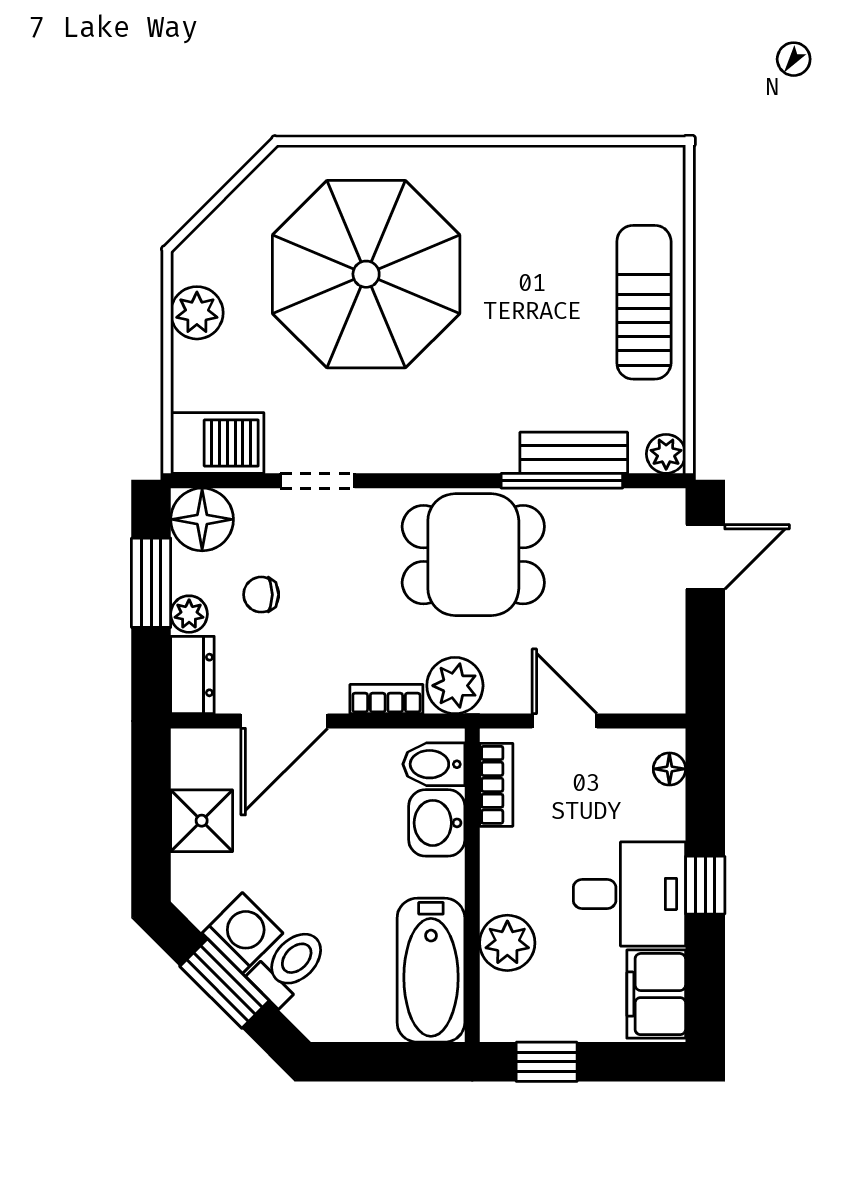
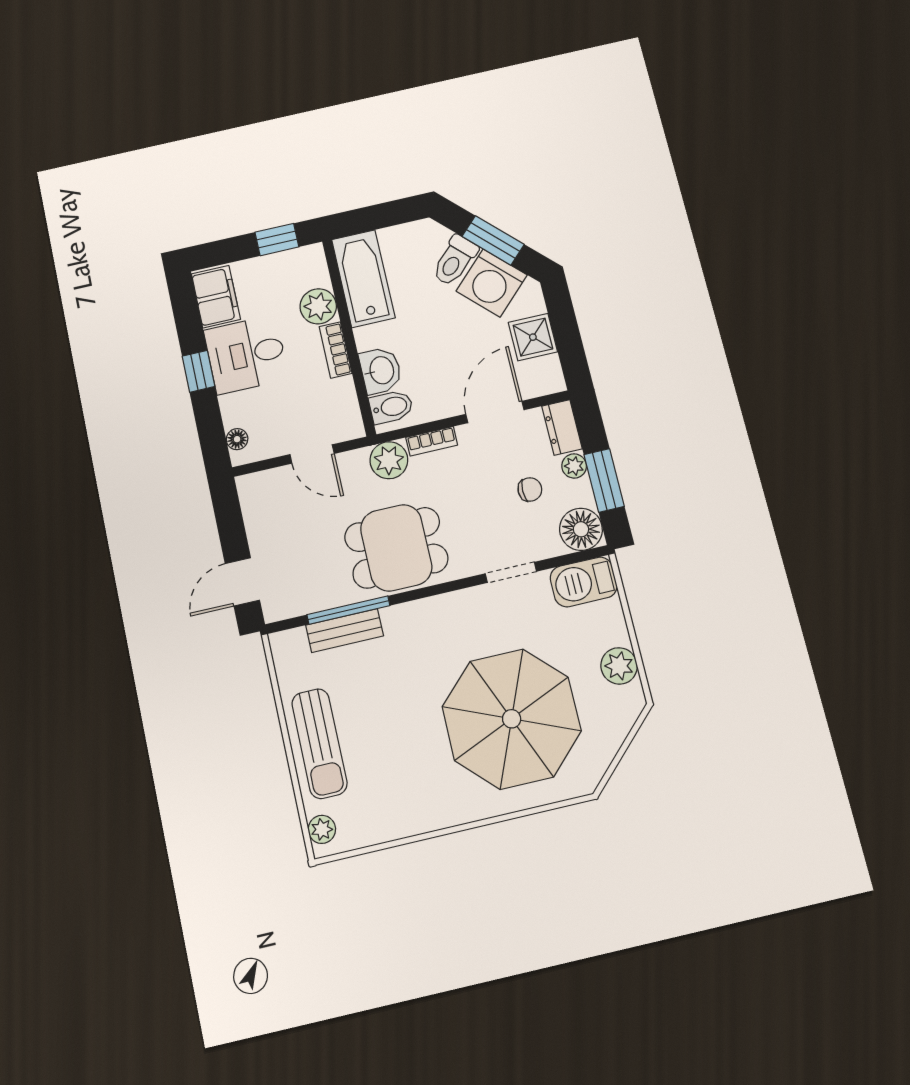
plant: (666, 454) -> (322, 829), moved
bookcase: (496, 785) -> (336, 350), moved
washing machine: (242, 933) -> (492, 283), width x1.37, depth x1.37

